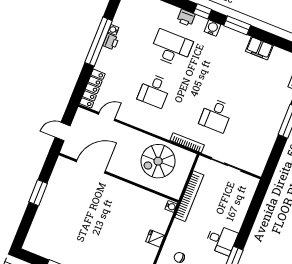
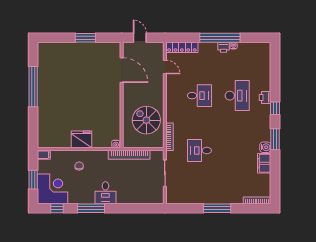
water cooler: (212, 28) -> (265, 147), moved
desk: (154, 91) -> (199, 96), turned 180
fridge: (155, 238) -> (81, 139), width x1.88, depth x1.34

